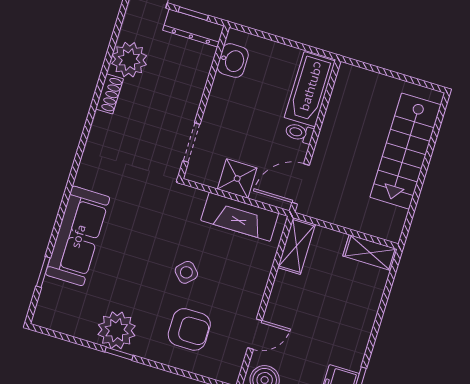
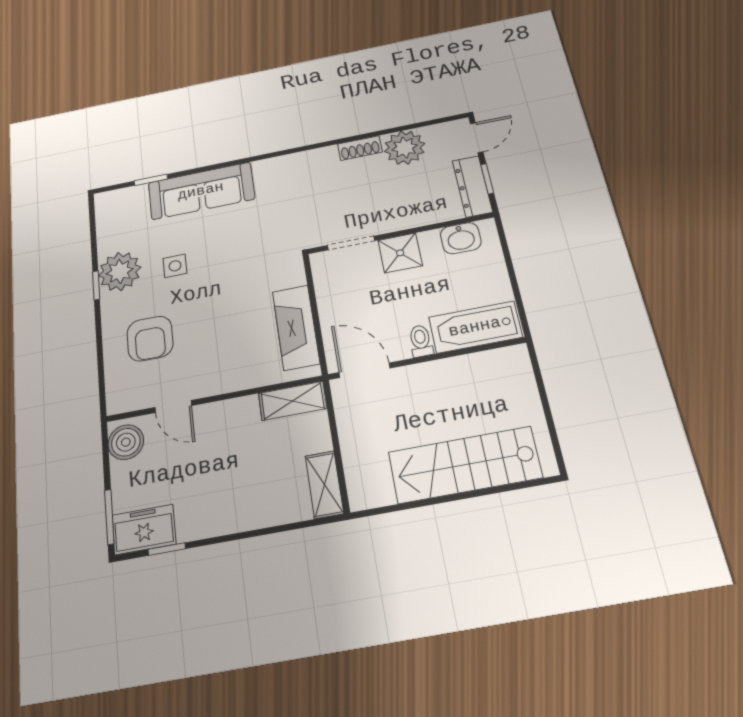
shower: (237, 179) -> (400, 253), moved
side table: (186, 272) -> (175, 266), moved, turned 45

